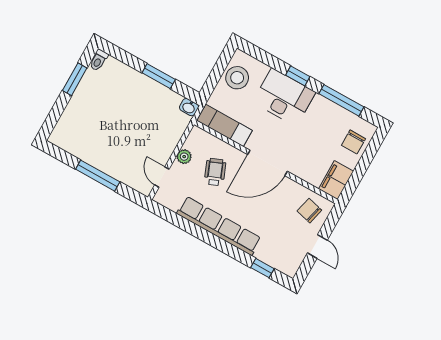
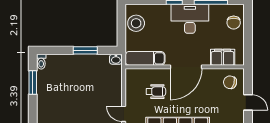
desk: (284, 97) -> (190, 19), moved
plant: (184, 157) -> (131, 93), removed
wheelchair: (215, 172) -> (156, 92), turned 112
filing cabinet: (336, 180) -> (223, 57), moved, turned 90

